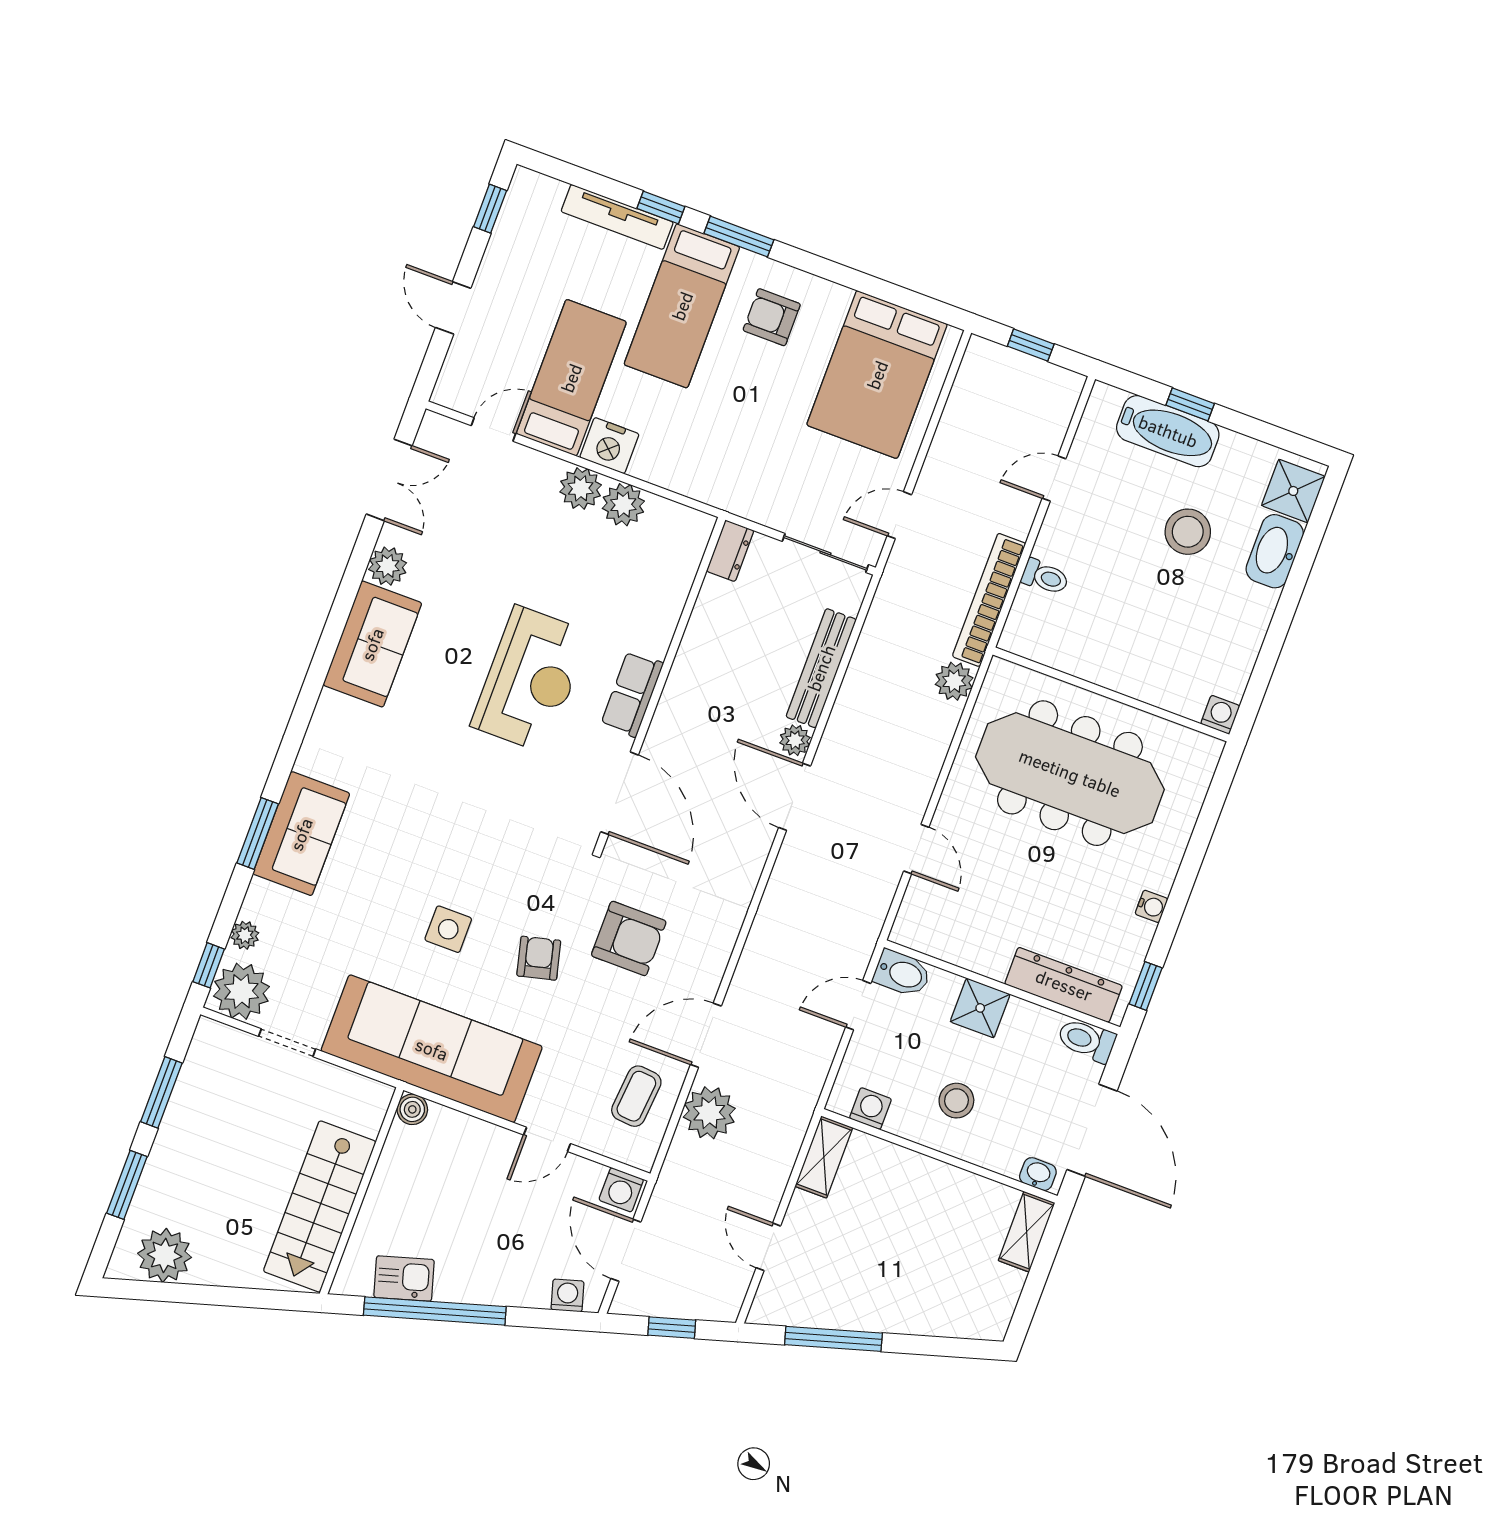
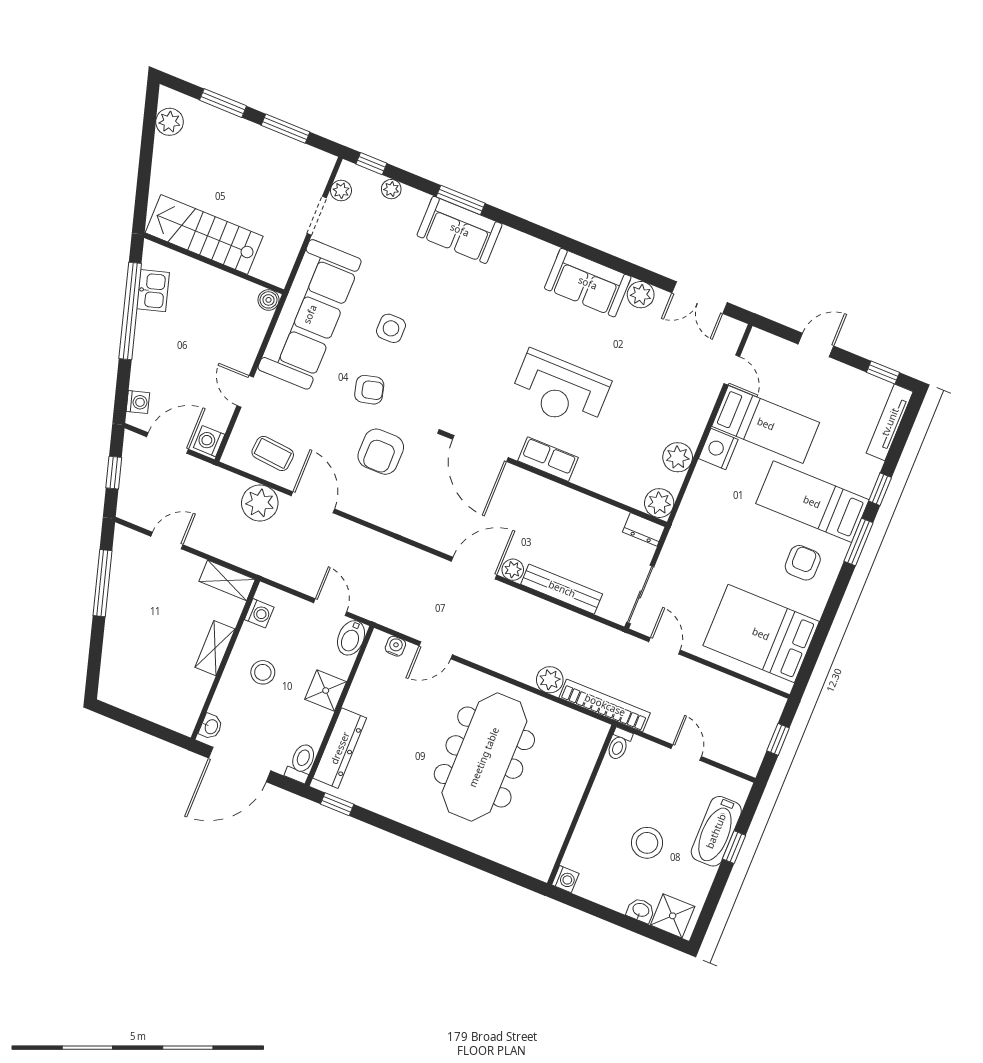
tv unit: (617, 217) -> (890, 422), moved
plant: (581, 488) -> (659, 503), moved
washbasin: (1275, 551) -> (641, 910), width x0.52, depth x0.69
wall: (1111, 694) -> (582, 805), moved
washing machine: (1220, 715) -> (565, 879), moved
door: (620, 793) -> (480, 448), hinge flipped
water cooler: (1151, 906) -> (395, 646), moved, turned 180
plant: (241, 991) -> (341, 191), width x0.53, depth x0.53
shelving: (1027, 1232) -> (215, 648), moved, turned 90
plant: (165, 1255) -> (170, 122), width x0.73, depth x0.73

